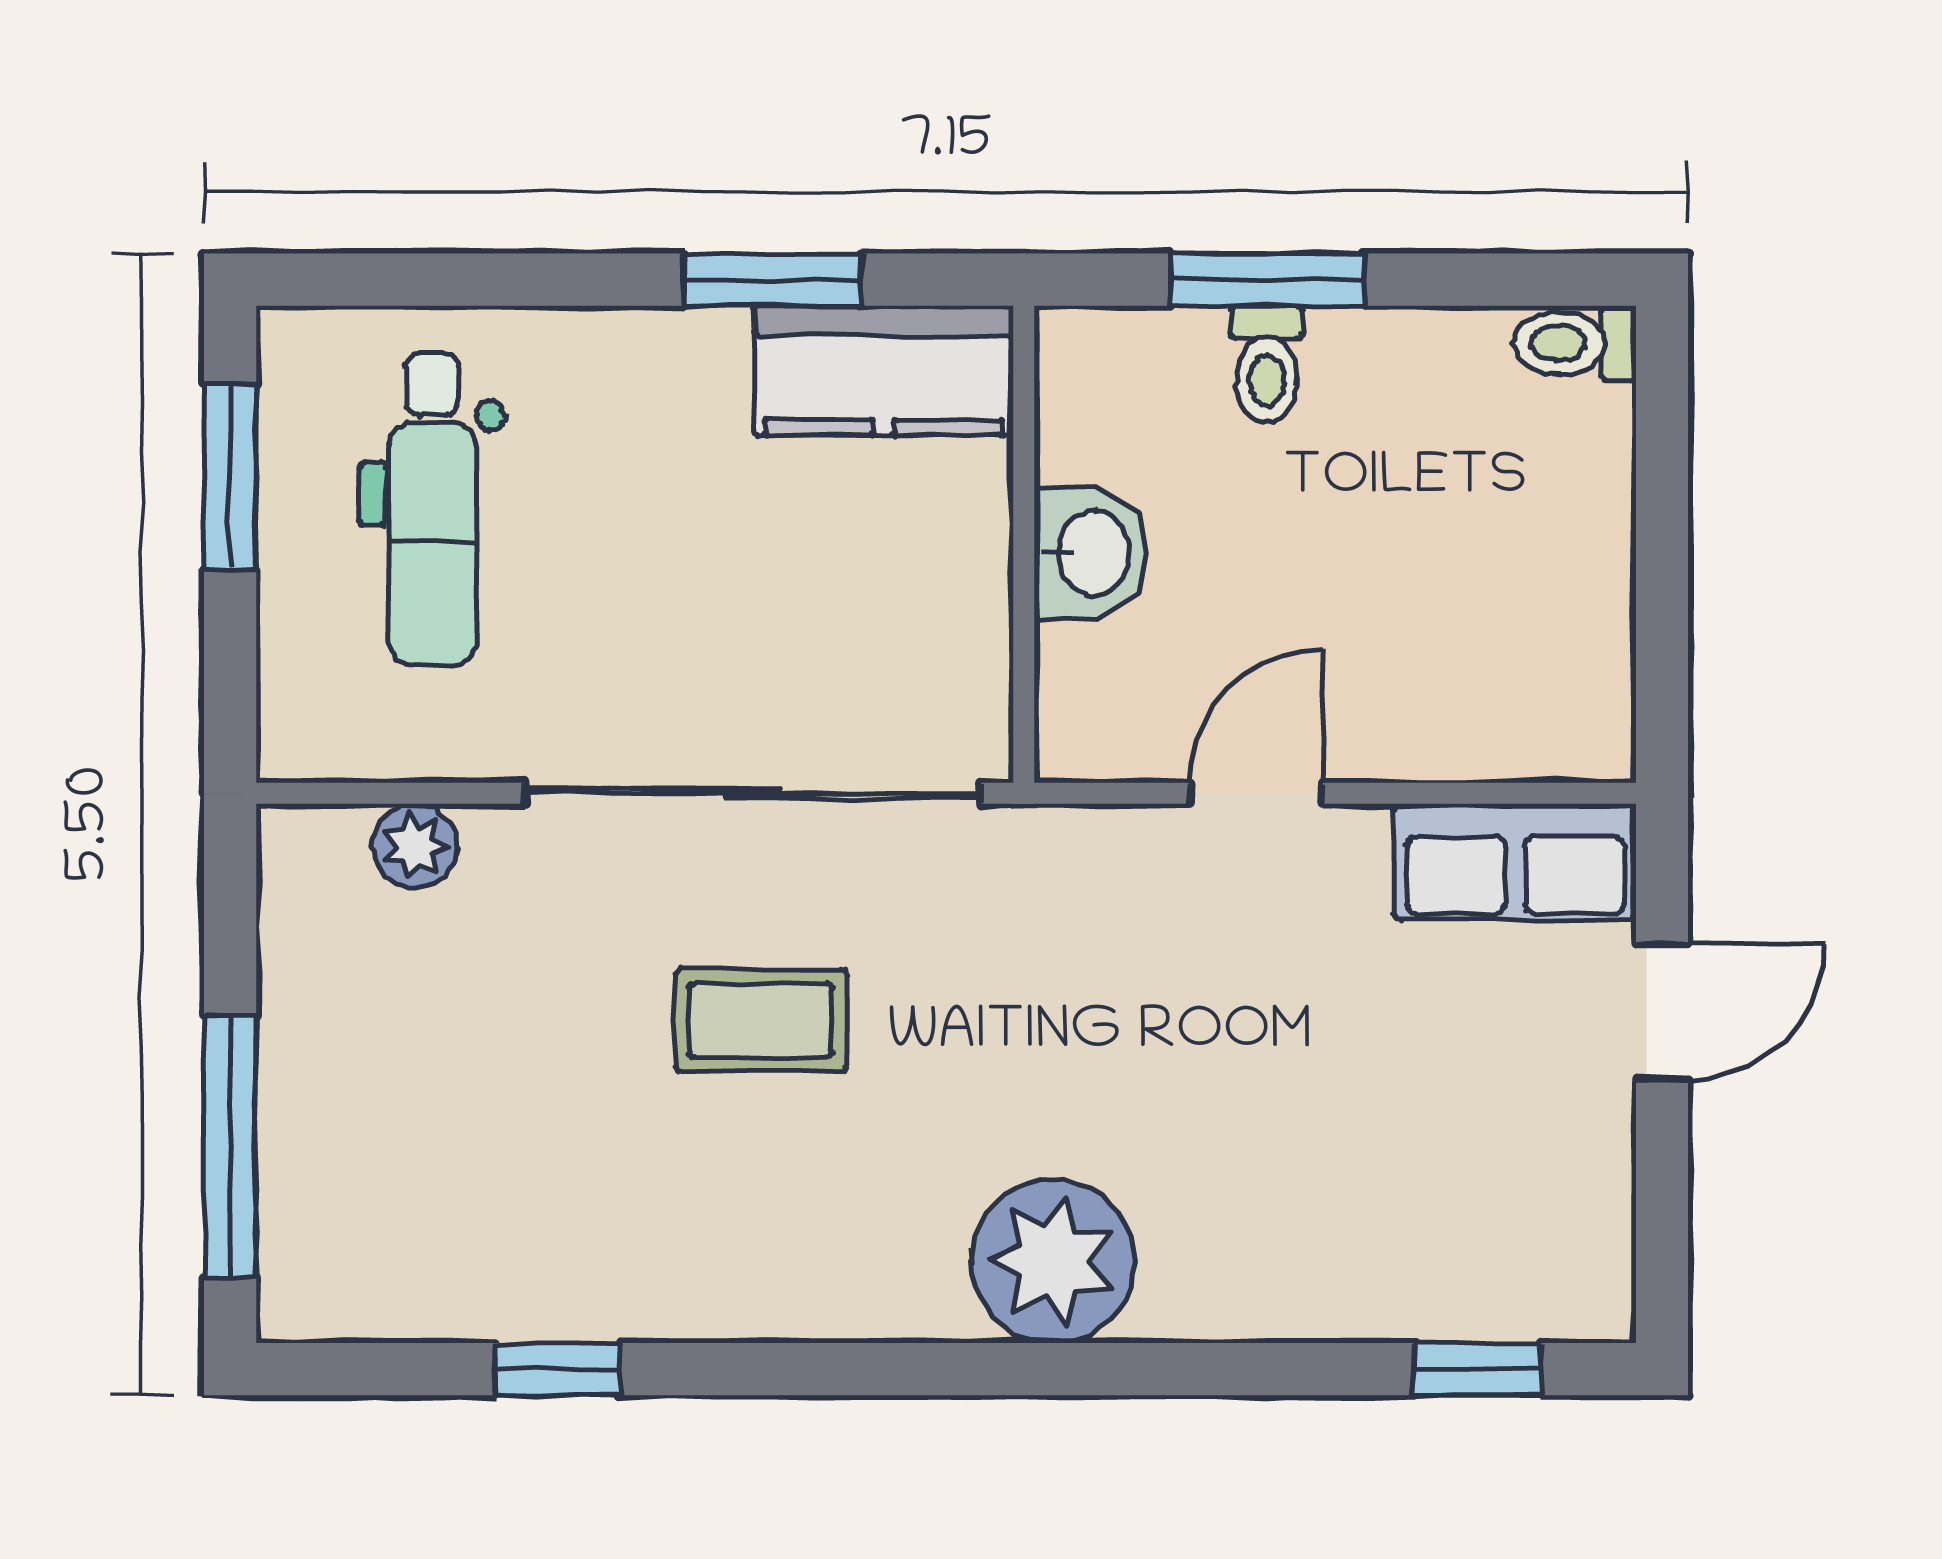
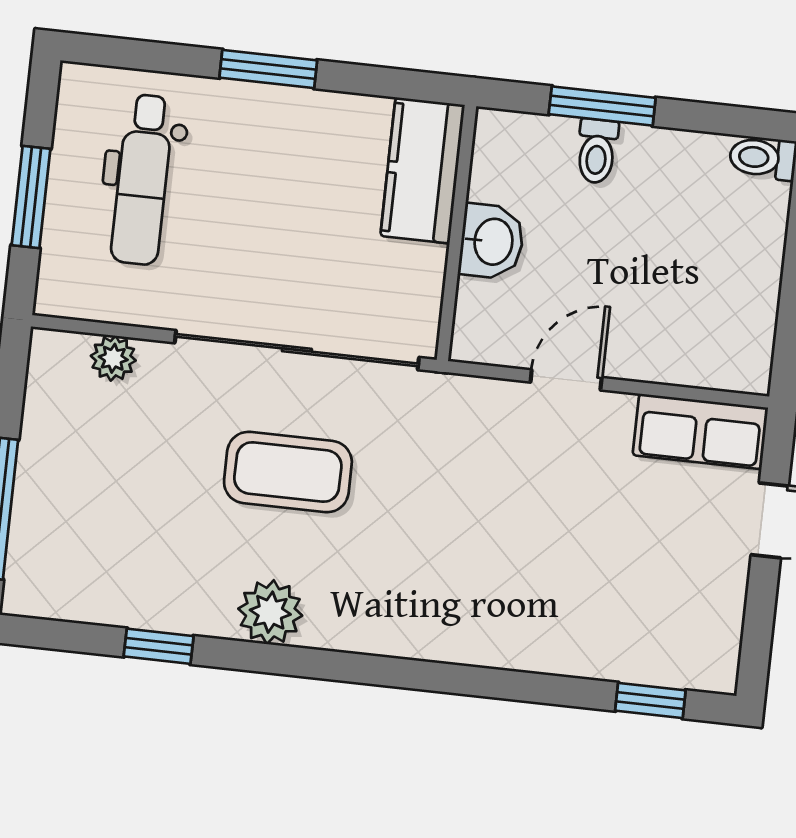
window: (772, 280) -> (268, 69), moved
kitchen counter: (884, 370) -> (423, 170), moved, turned 90
window: (230, 477) -> (31, 197), moved
coffee table: (761, 1020) -> (288, 472), width x1.36, depth x1.30
plant: (1053, 1261) -> (270, 612), moved, width x0.73, depth x0.73

